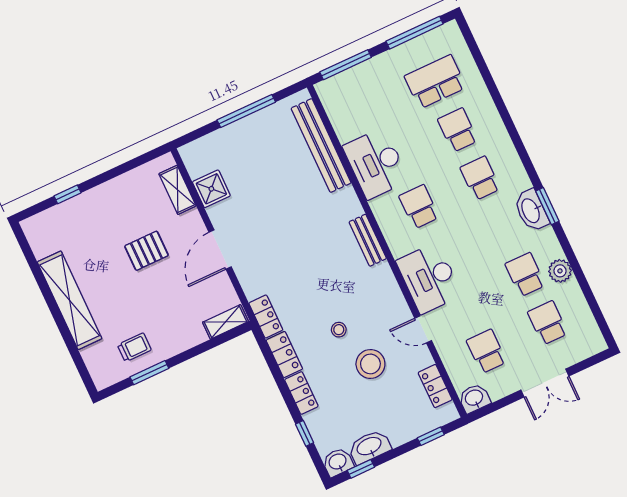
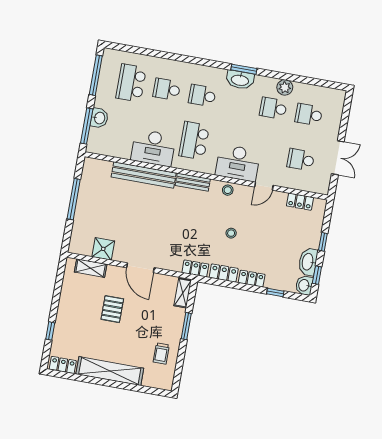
bench: (321, 146) -> (144, 175), moved
school desk: (419, 207) -> (194, 141), width x1.85
locker: (37, 238) -> (63, 365), added
trolley: (134, 347) -> (161, 353), turned 180
stool: (370, 364) -> (228, 190), moved, width x0.53, depth x0.53
window: (149, 373) -> (186, 326), moved
double door: (545, 383) -> (338, 158), moved
washbasin: (474, 398) -> (99, 118), moved, turned 180
window: (431, 436) -> (323, 242), moved

